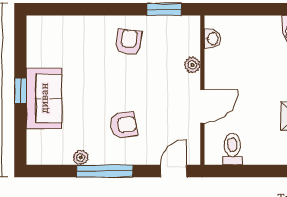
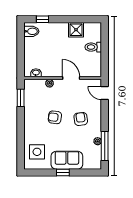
side table: (60, 41) -> (37, 152), added
armchair: (129, 42) -> (55, 117), moved
toilet: (232, 149) -> (93, 47), moved
window: (105, 171) -> (105, 146), moved

